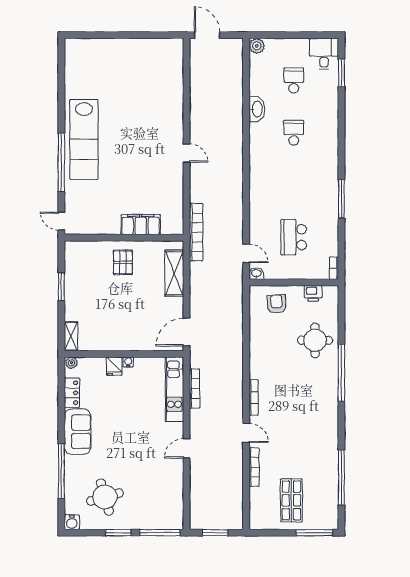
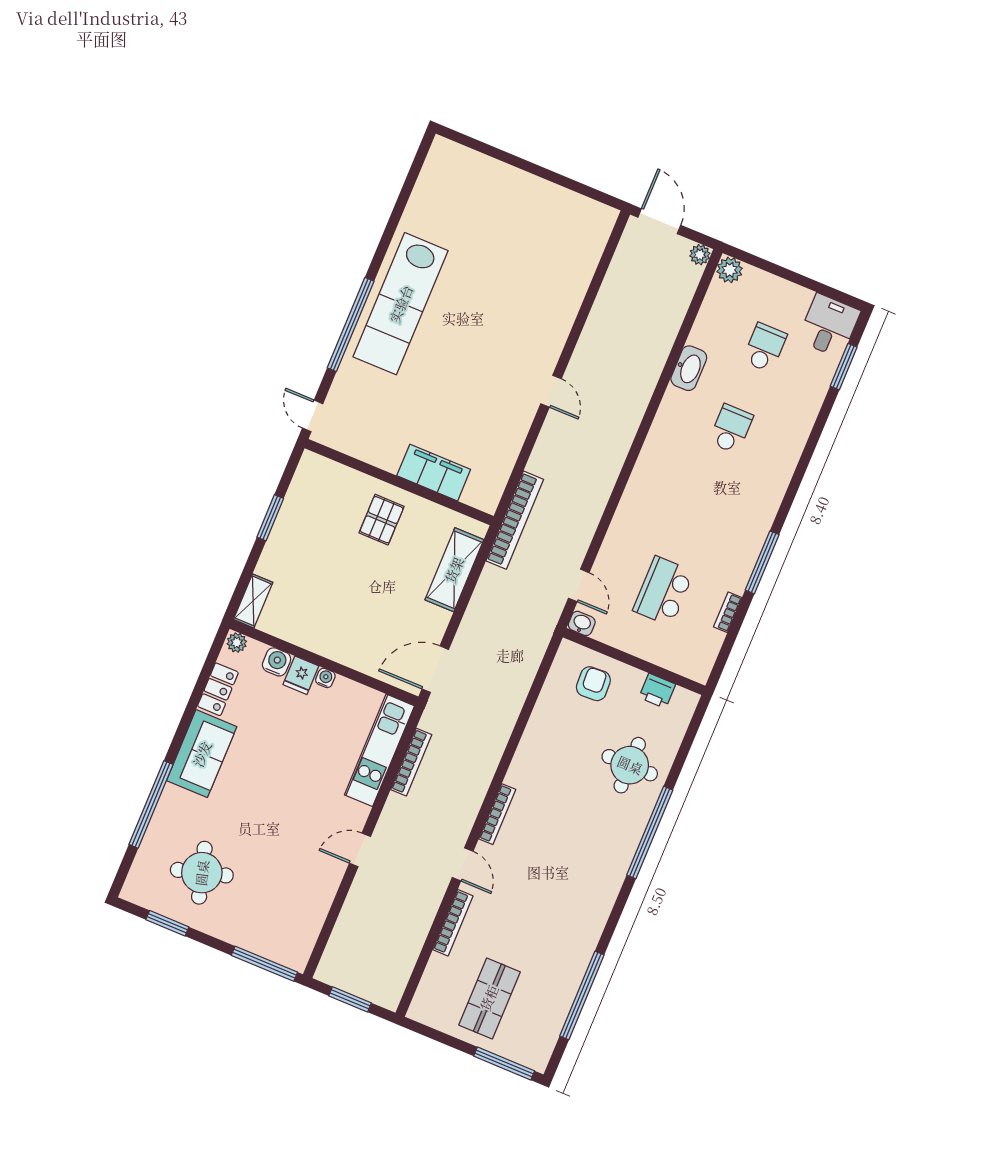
plant: (237, 44) -> (700, 255), added
bookcase: (334, 268) -> (728, 612), moved
water cooler: (72, 522) -> (277, 662), moved, turned 180
window: (118, 533) -> (167, 923), moved

